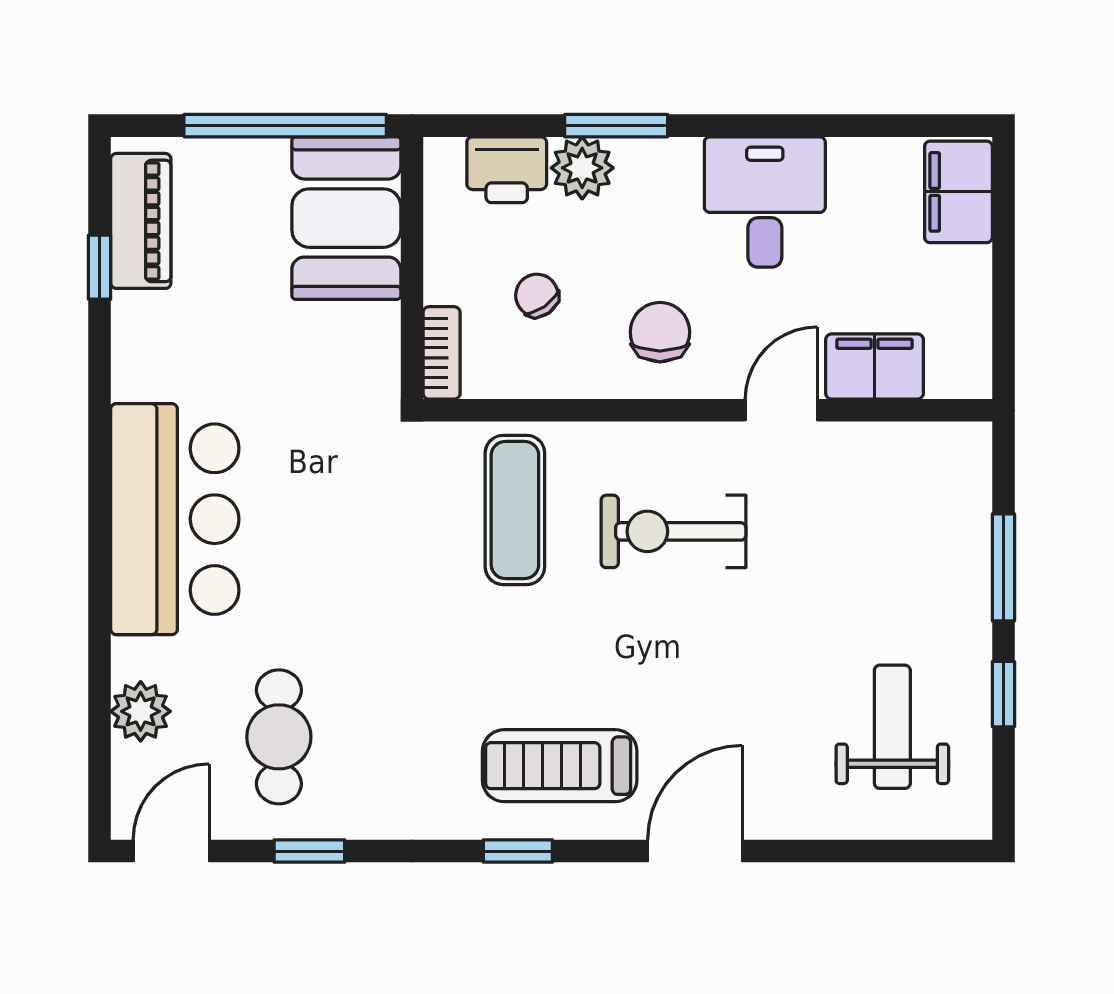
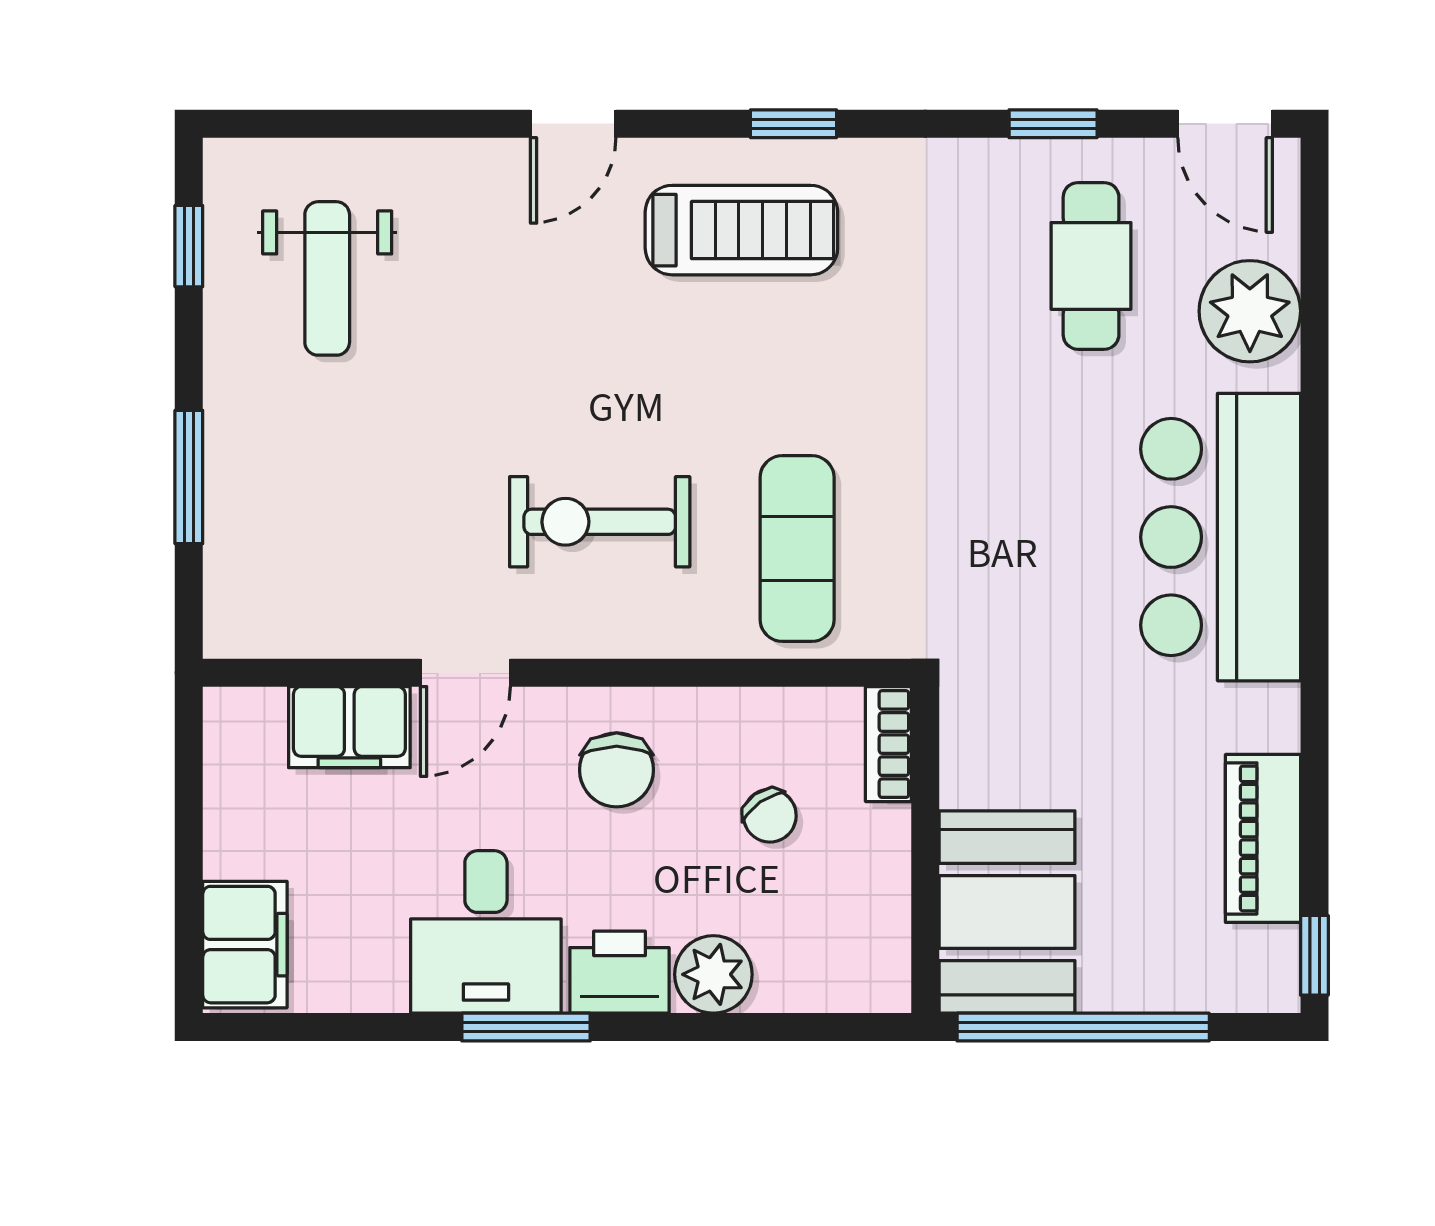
window: (616, 126) -> (526, 1027), moved
printer: (507, 170) -> (619, 972), moved
piano: (141, 221) -> (1263, 838), moved
window: (100, 267) -> (1314, 955), moved
exercise bike: (673, 531) -> (600, 522), turned 180
window: (1003, 694) -> (189, 246), moved
plant: (141, 711) -> (1250, 311), width x1.36, depth x1.36
door: (171, 851) -> (1225, 124), hinge flipped
door: (695, 851) -> (573, 124), width x0.73

